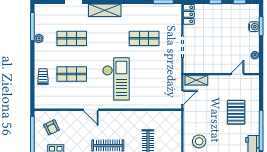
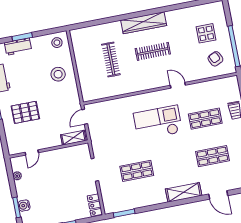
checkout: (116, 79) -> (158, 123), turned 90
pallet: (236, 112) -> (25, 112), turned 90

